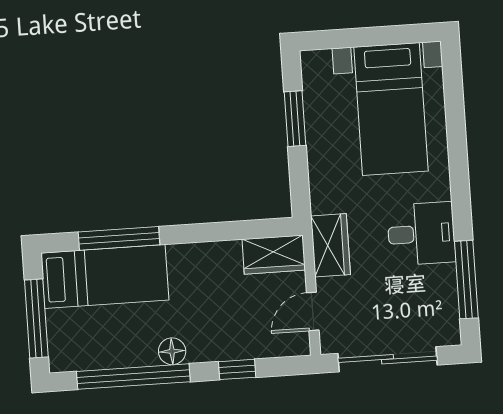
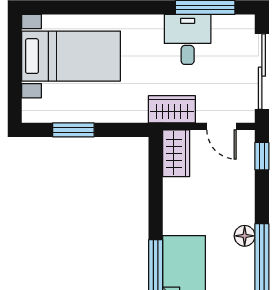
desk: (421, 234) -> (188, 39), moved
window: (237, 369) -> (262, 156), moved

